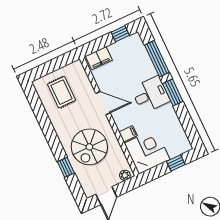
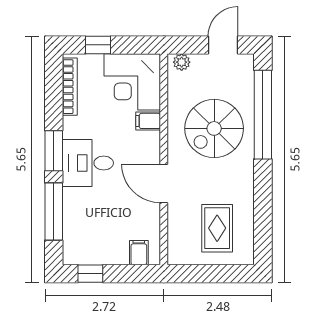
filing cabinet: (99, 58) -> (139, 253), width x0.50
bookcase: (181, 132) -> (70, 87), added
spiral stairs: (89, 147) -> (214, 128), turned 180
window: (66, 167) -> (263, 115), width x3.17

